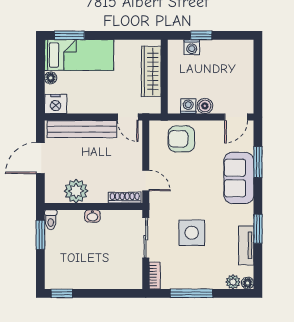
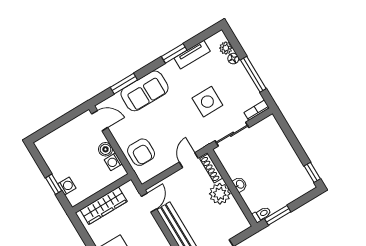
plant: (76, 191) -> (220, 194), moved
floor lamp: (248, 283) -> (233, 59), moved

